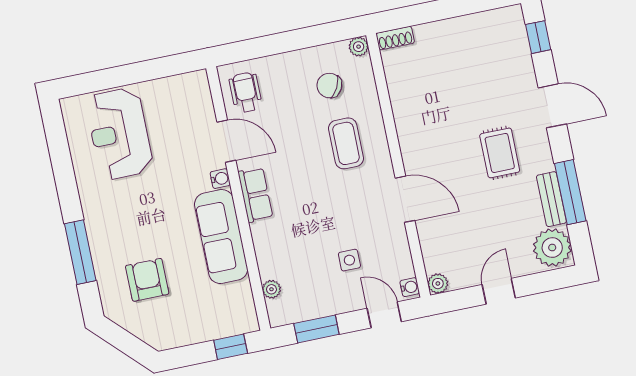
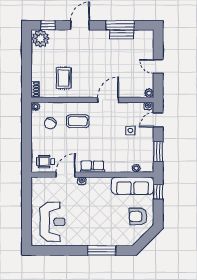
reception desk: (119, 134) -> (52, 222), turned -90
rug: (500, 153) -> (64, 78), moved, turned 90
sofa: (221, 237) -> (133, 186), moved
plant: (552, 248) -> (40, 38), moved
armchair: (147, 280) -> (138, 216), moved

